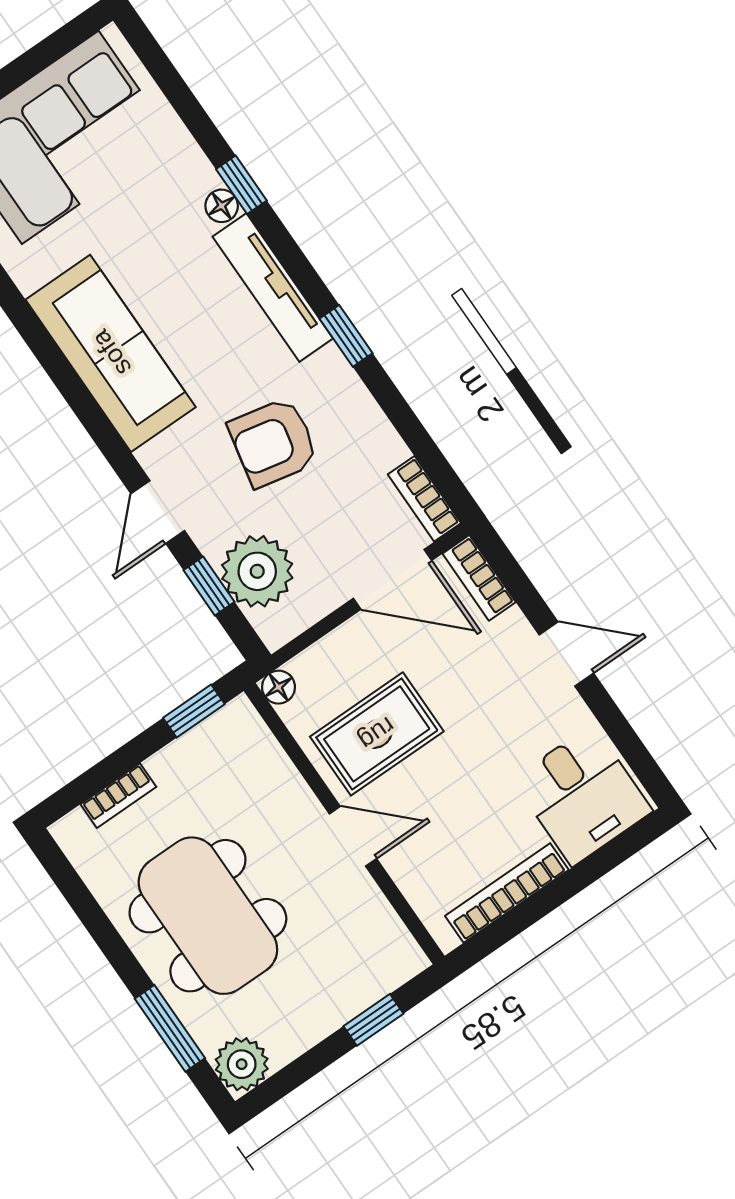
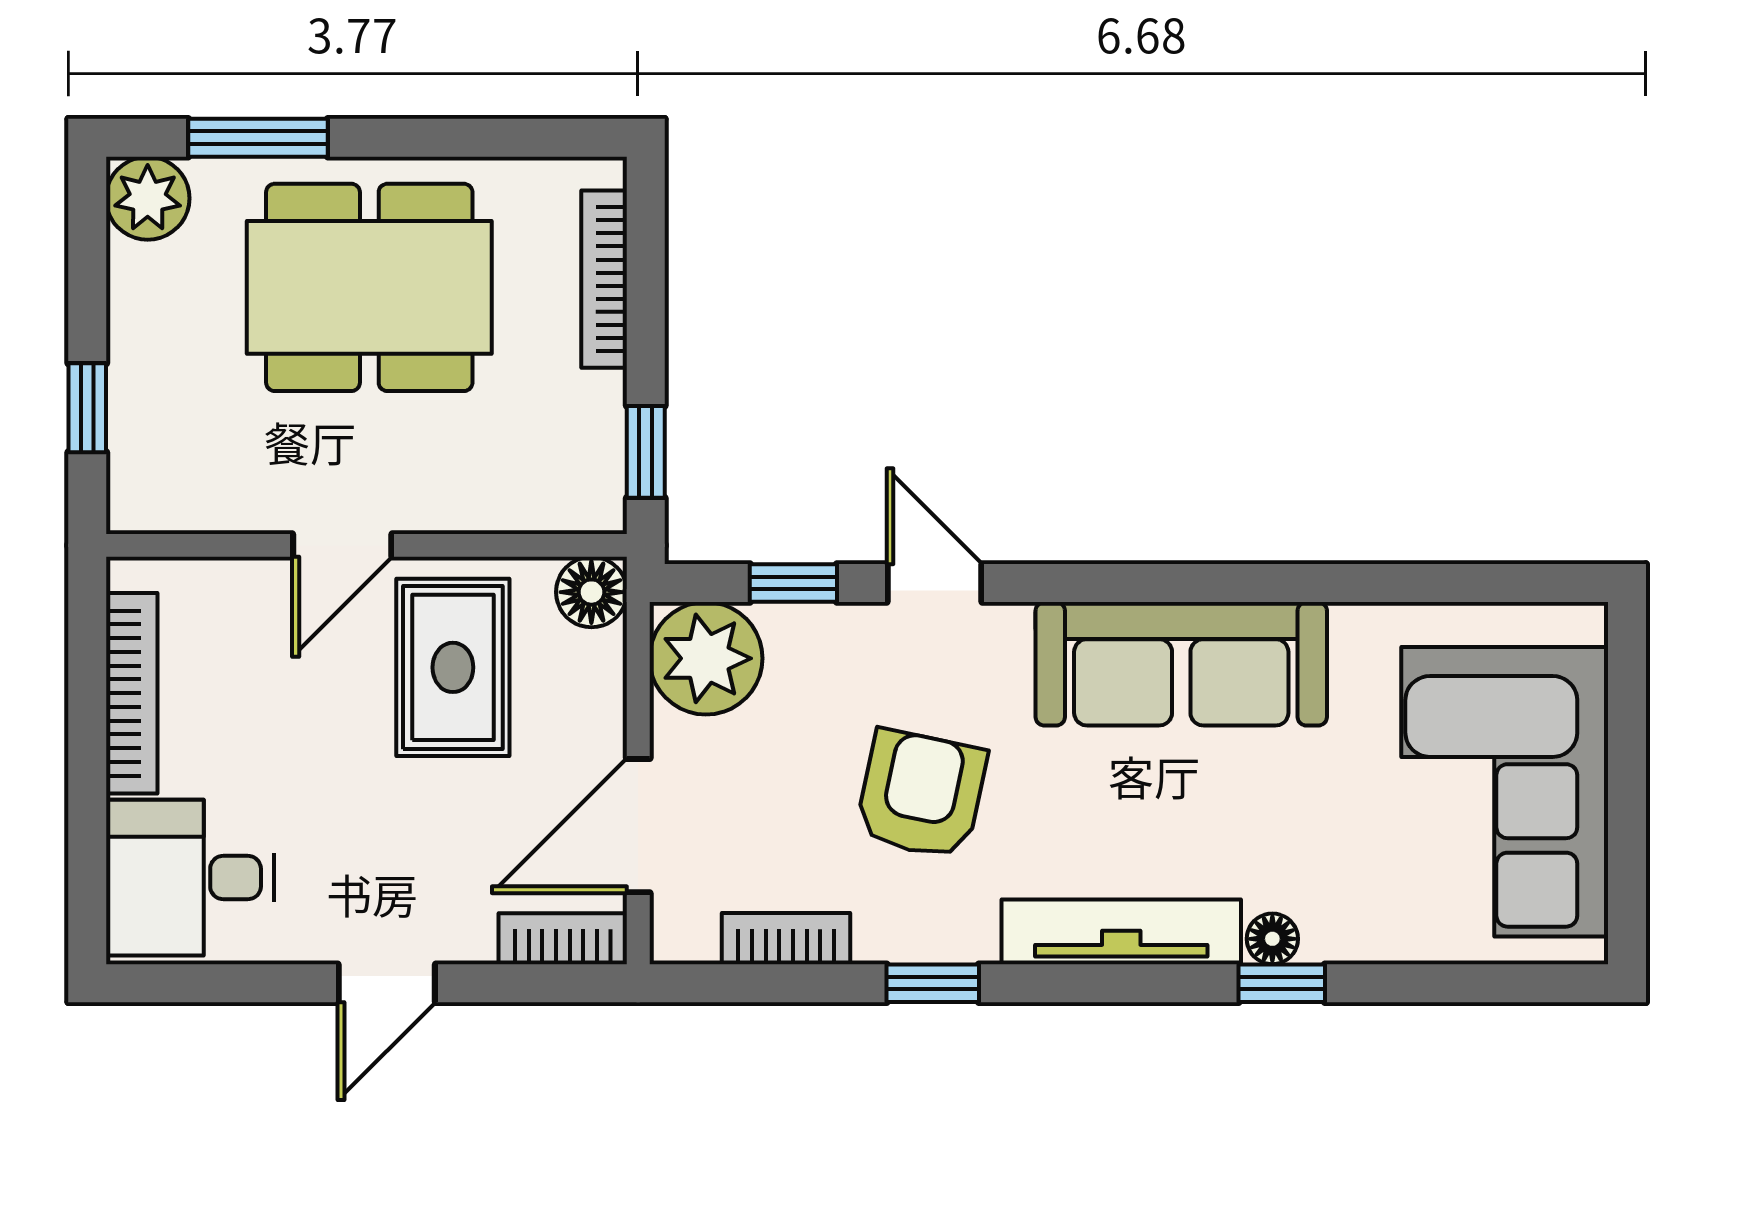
window: (346, 336) -> (933, 983), moved
bookcase: (424, 499) -> (786, 939), moved
plant: (257, 571) -> (706, 658), moved
floor lamp: (278, 687) -> (591, 592), width x1.37, depth x1.37
bookcase: (118, 796) -> (604, 279), width x1.56

